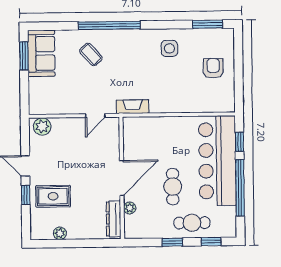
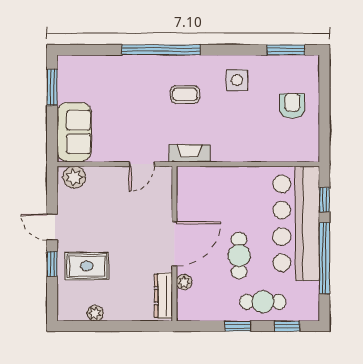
sofa: (41, 53) -> (74, 132), moved
coffee table: (91, 54) -> (185, 94), moved, turned -48

